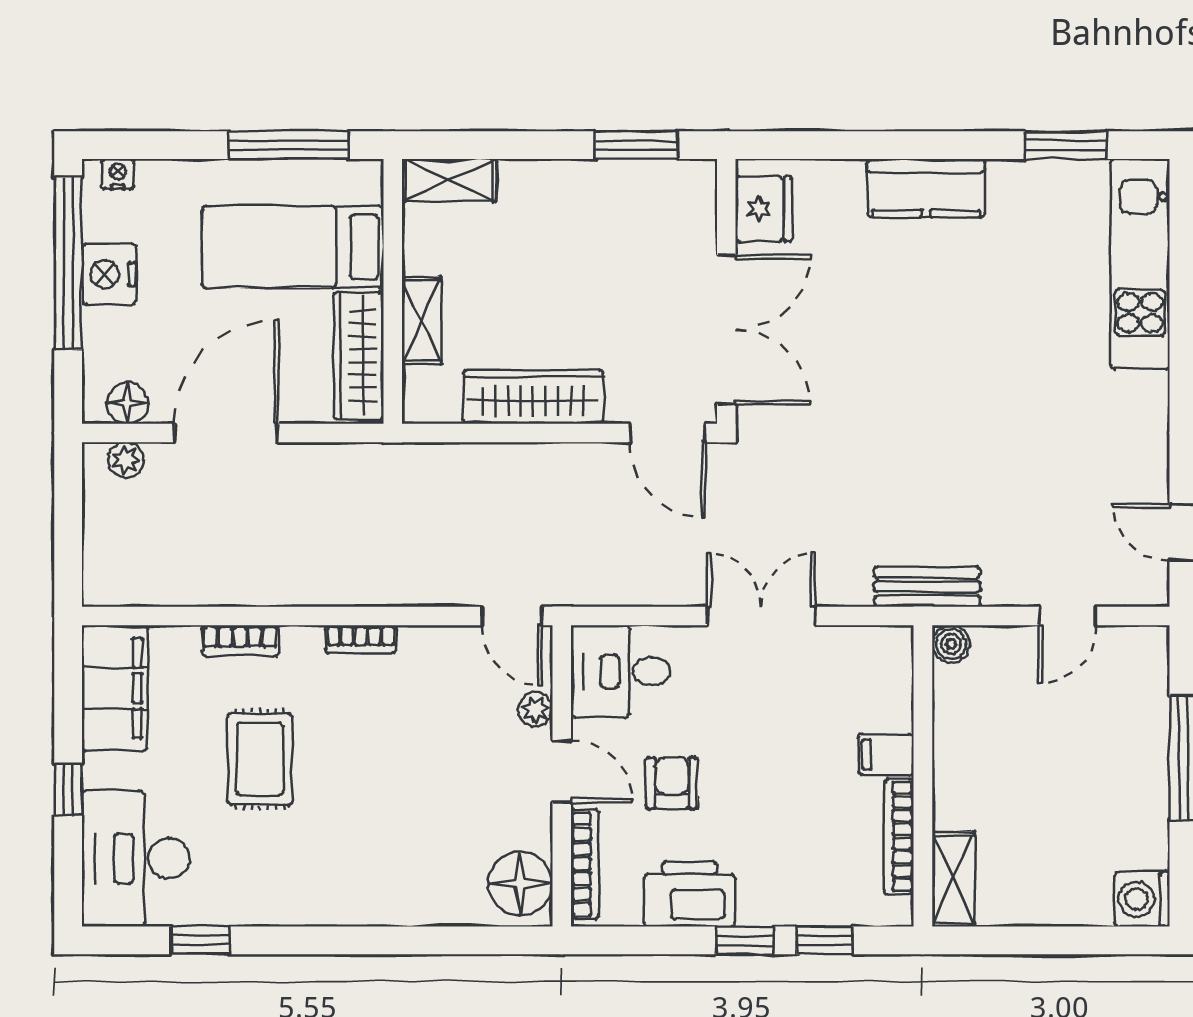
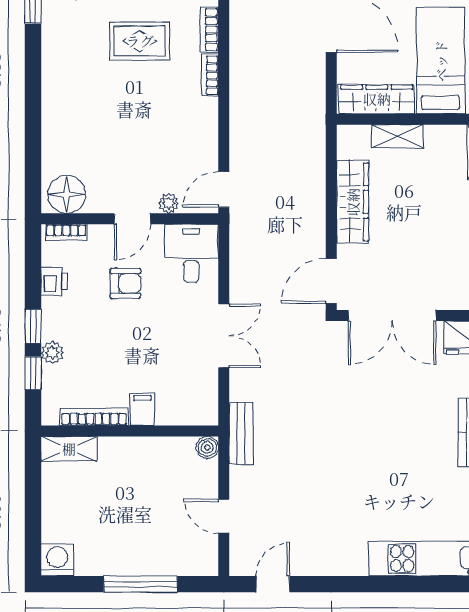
bookcase: (361, 639) -> (210, 75), moved
bookcase: (585, 864) -> (66, 232), width x0.64
printer: (689, 894) -> (54, 281), width x0.53, depth x0.68
plant: (790, 908) -> (52, 353), added

